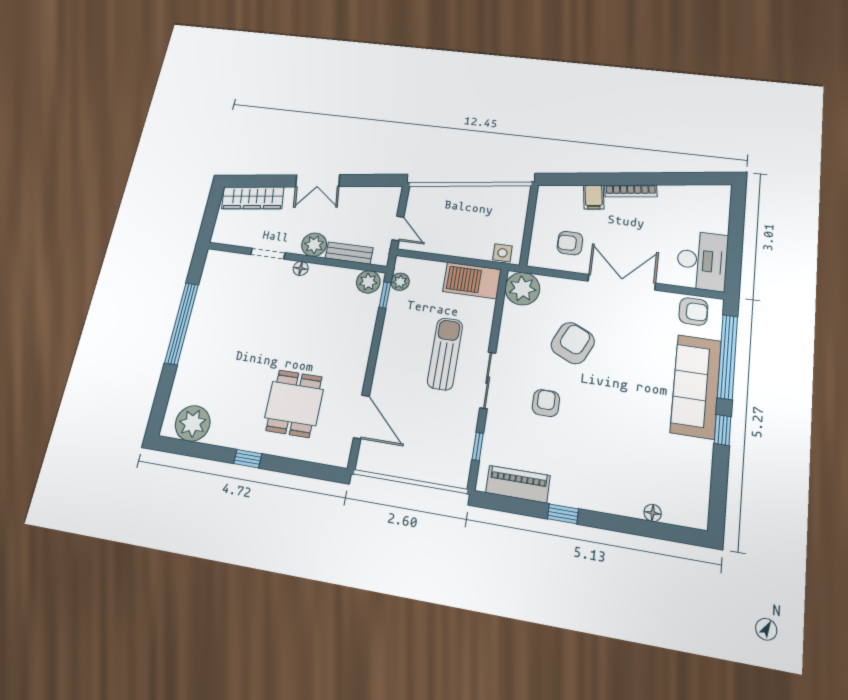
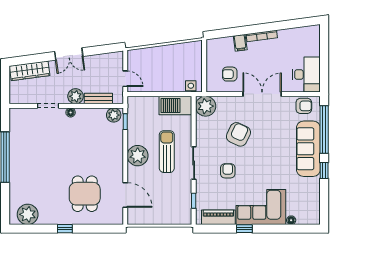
plant: (400, 282) -> (138, 156), moved, width x1.88, depth x1.88
corner sofa: (598, 478) -> (261, 207), added

